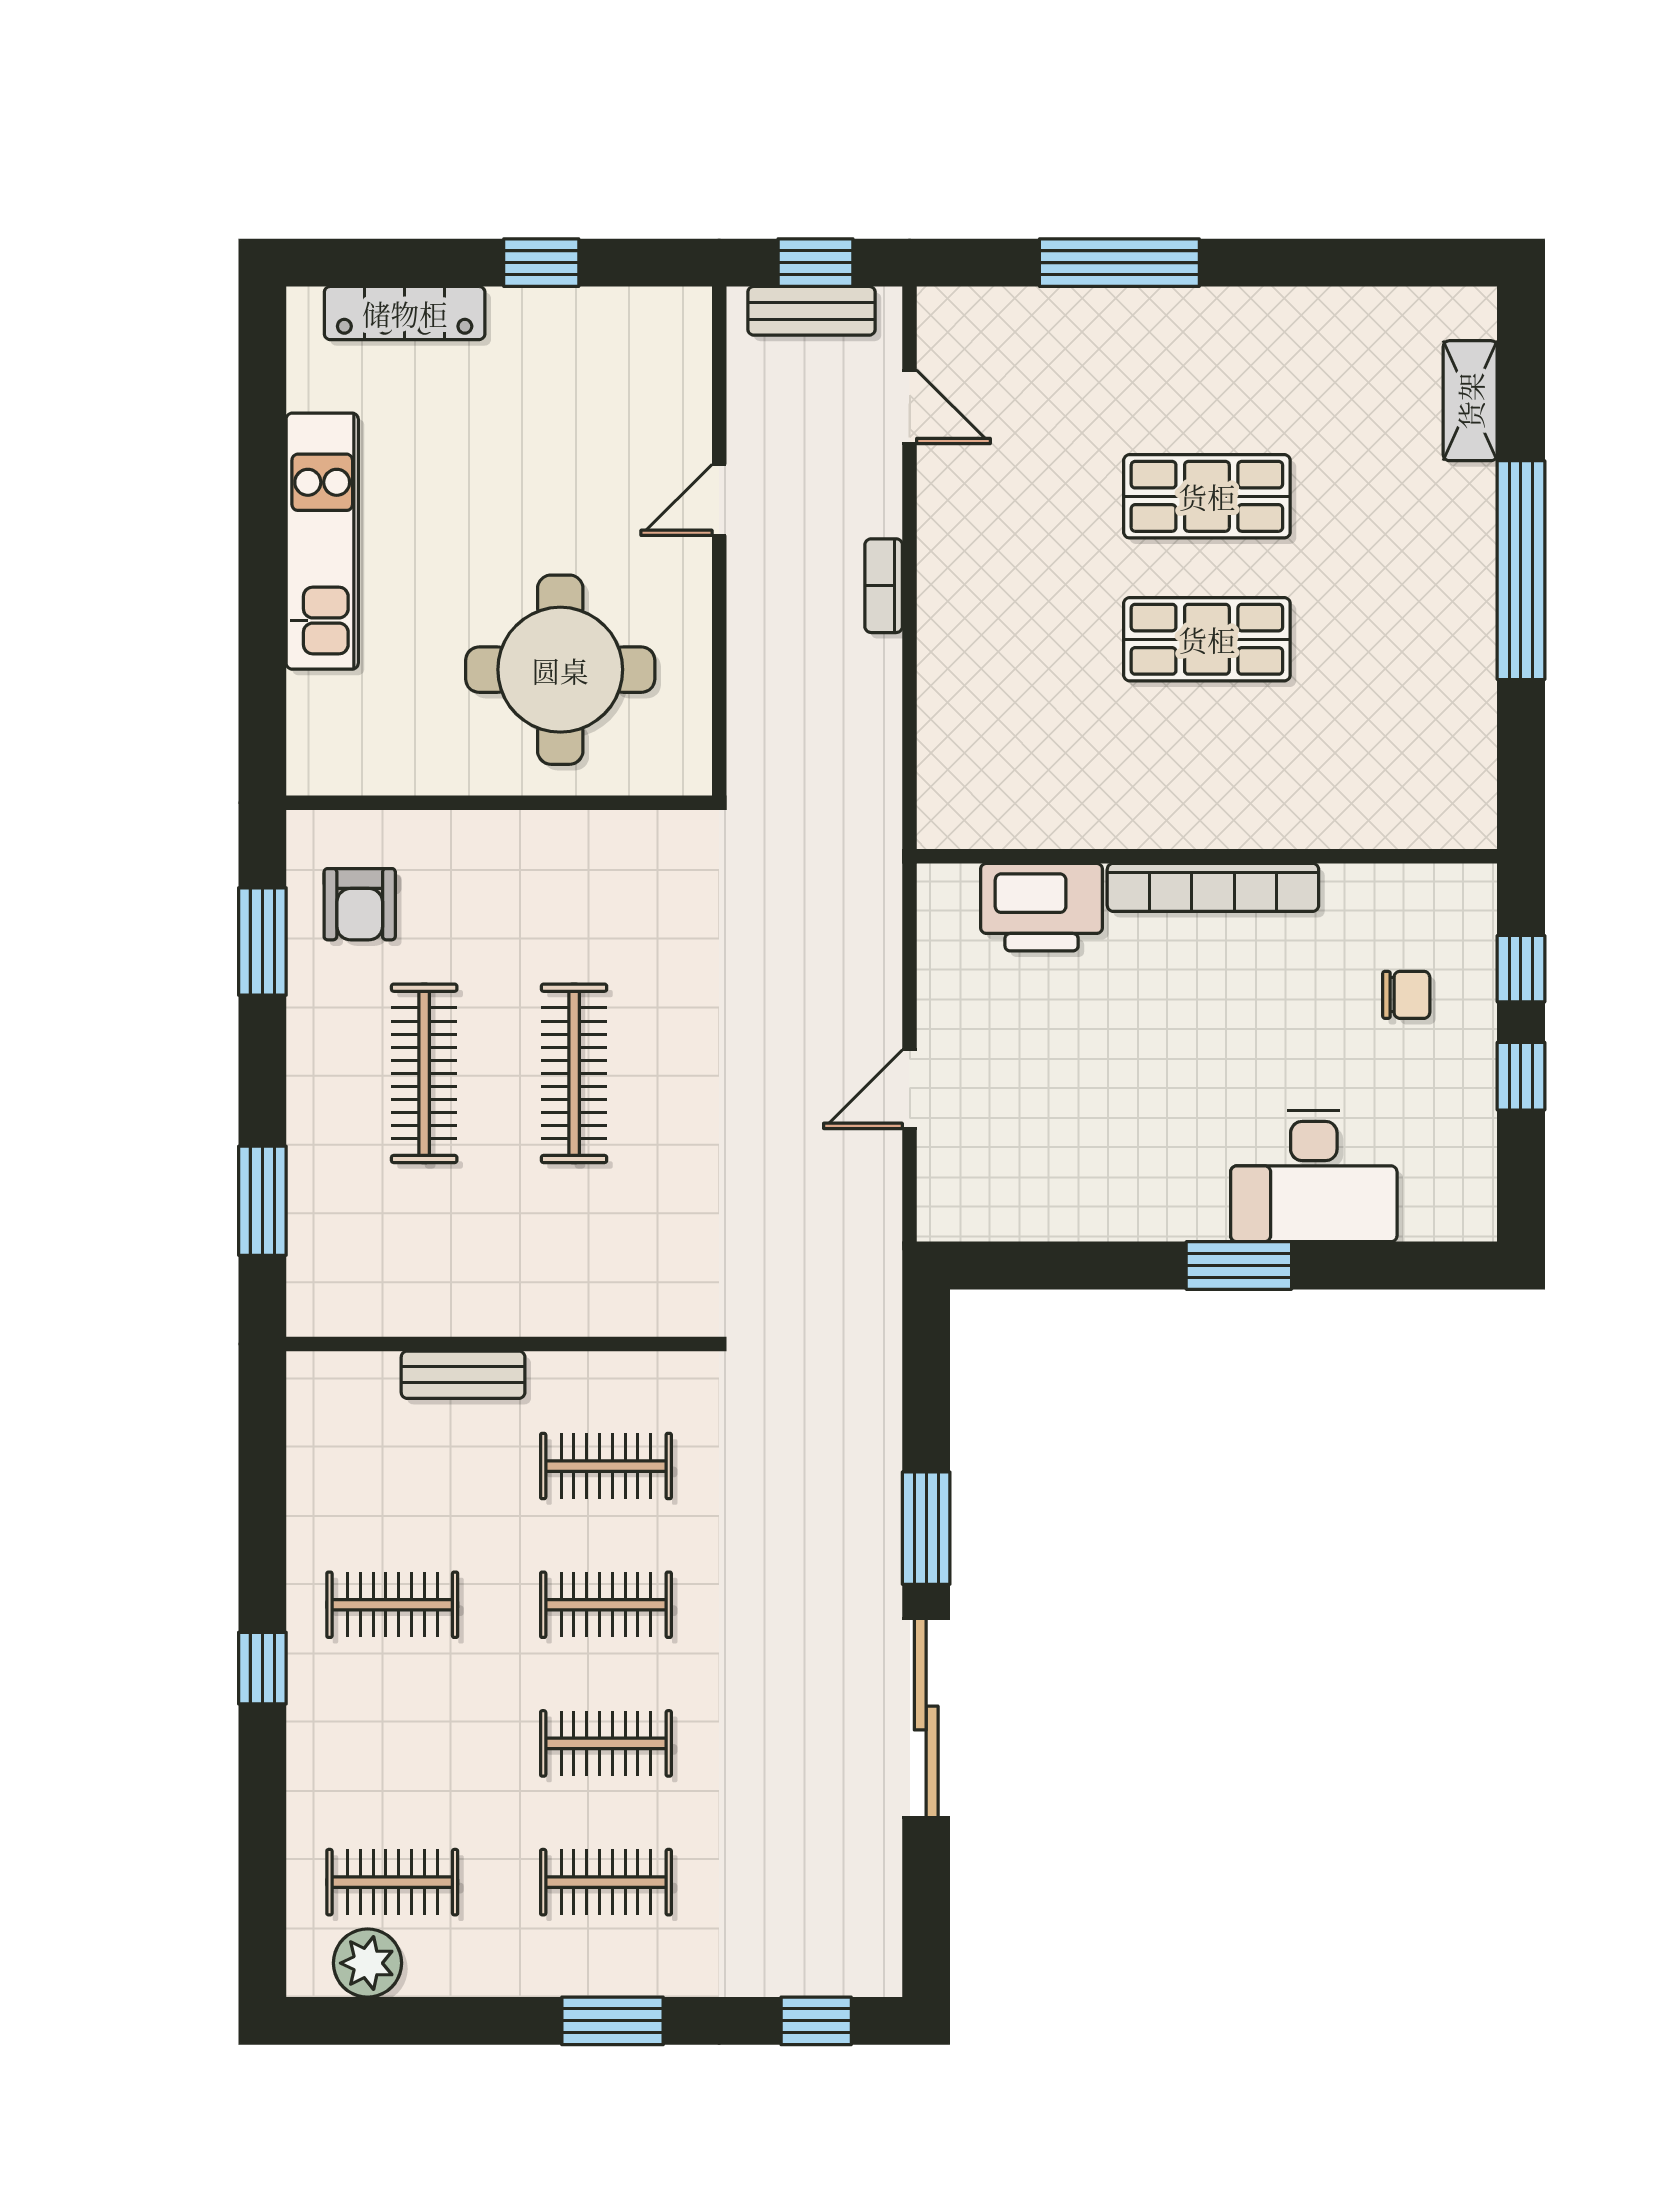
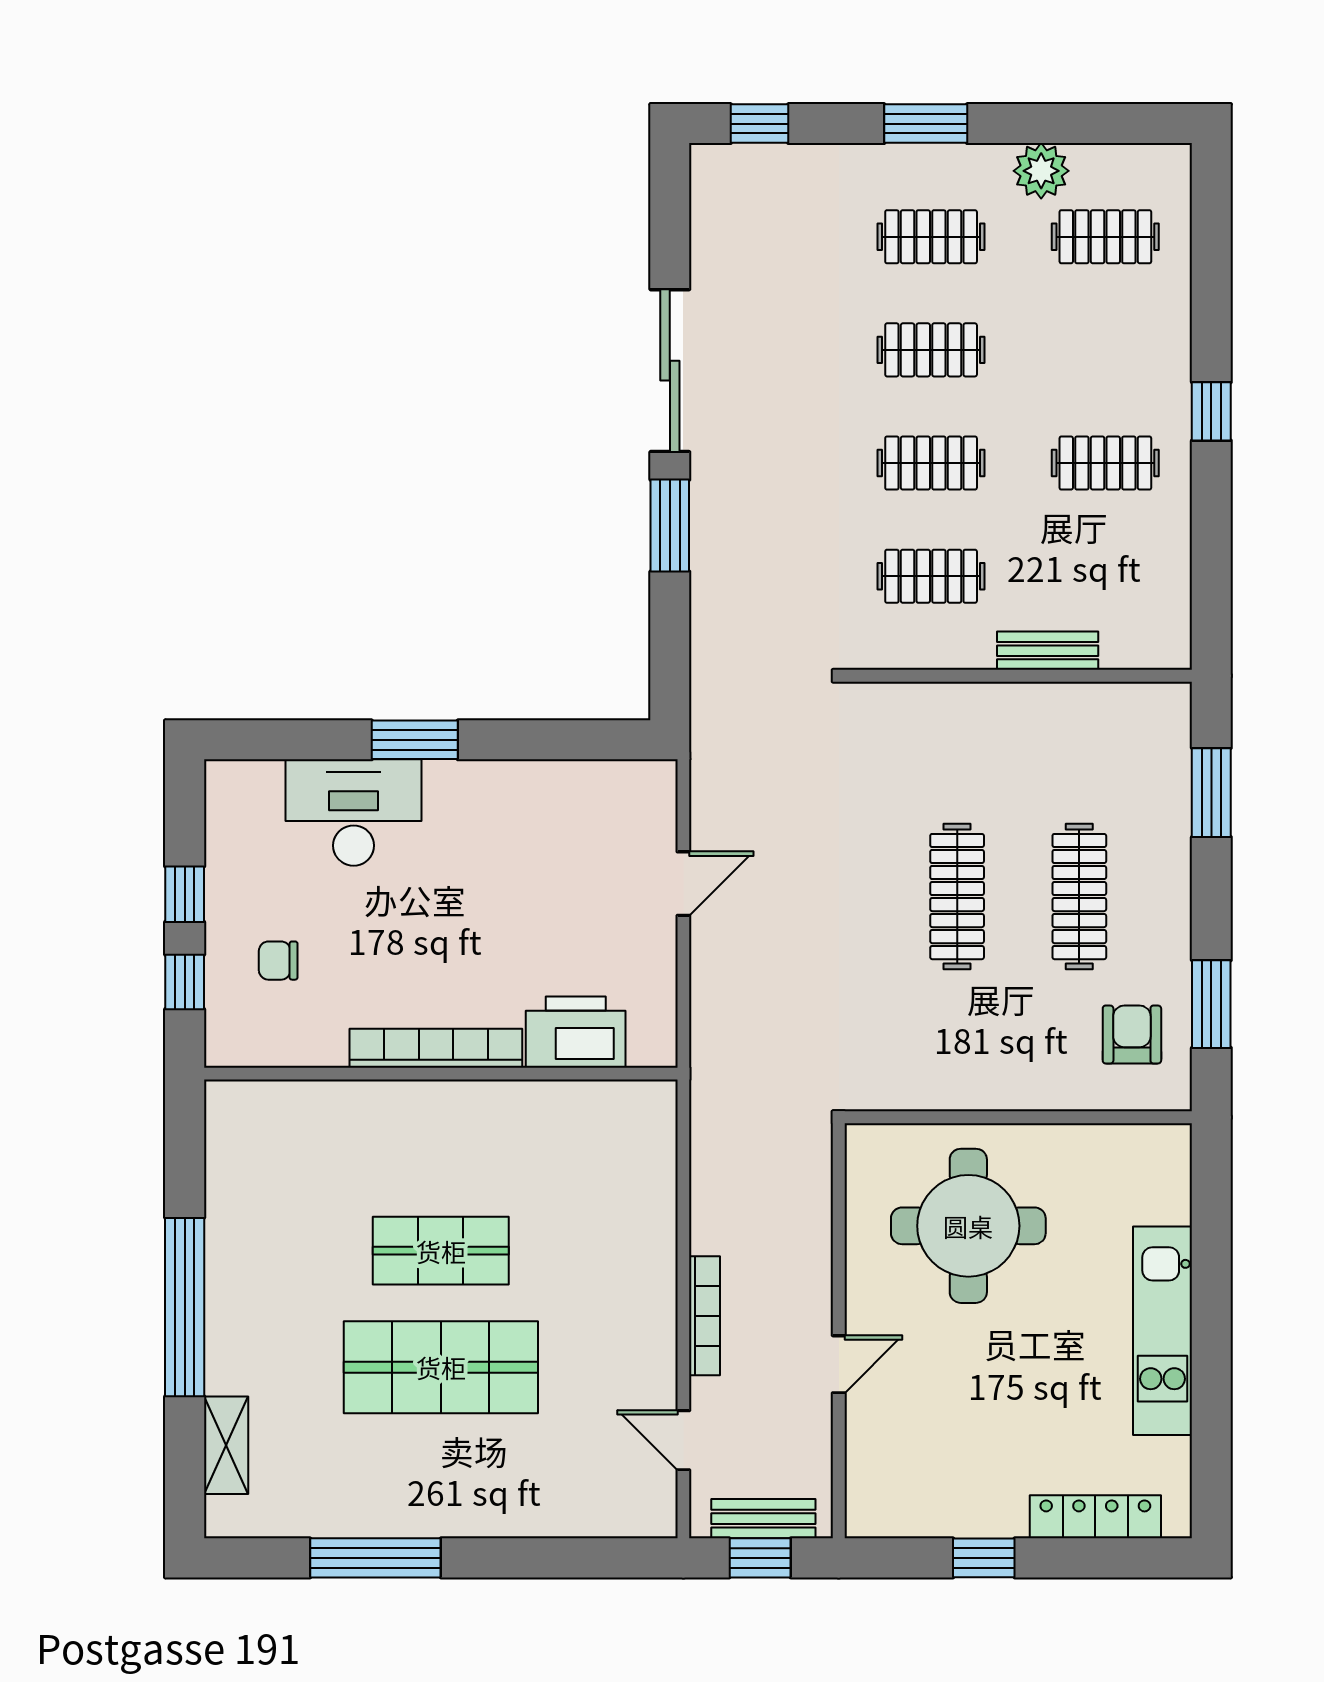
window: (1119, 263) -> (375, 1558), moved
shop shelf: (1207, 496) -> (441, 1367), width x1.43, depth x1.36
bookcase: (884, 586) -> (705, 1316), width x1.56
plant: (368, 1963) -> (1041, 171), moved

